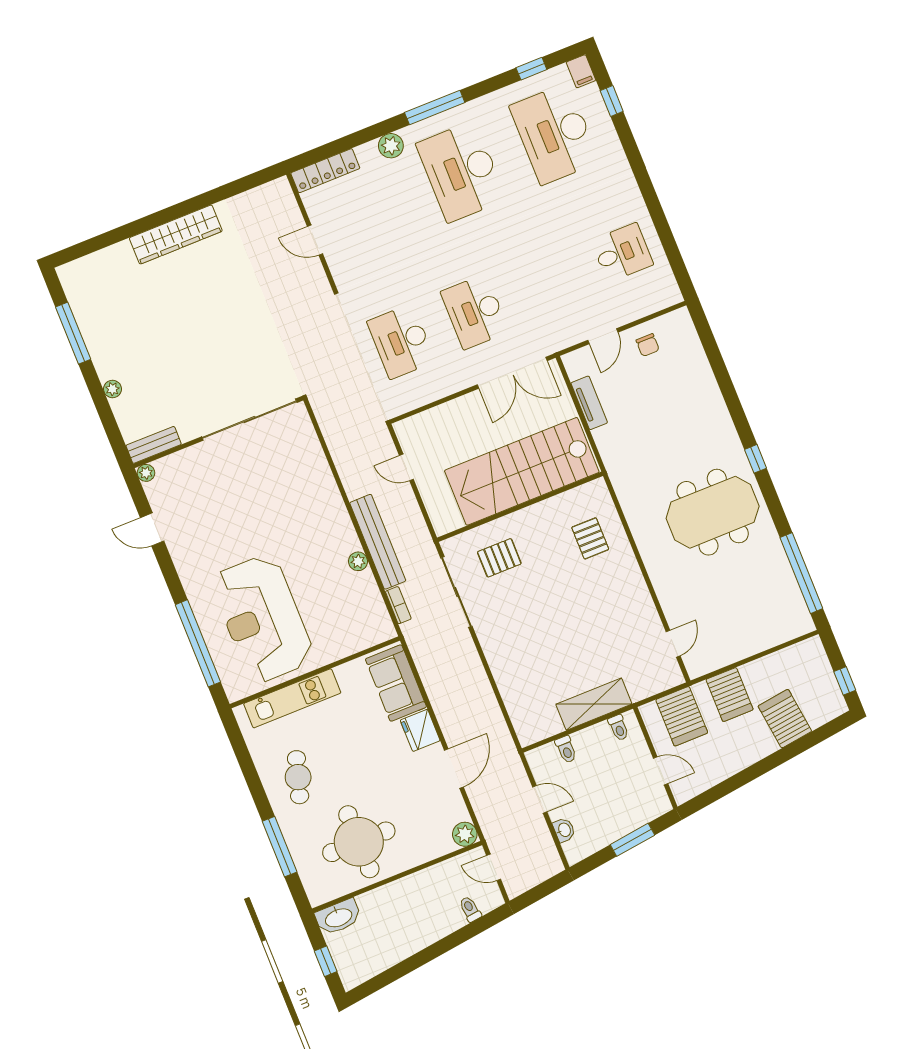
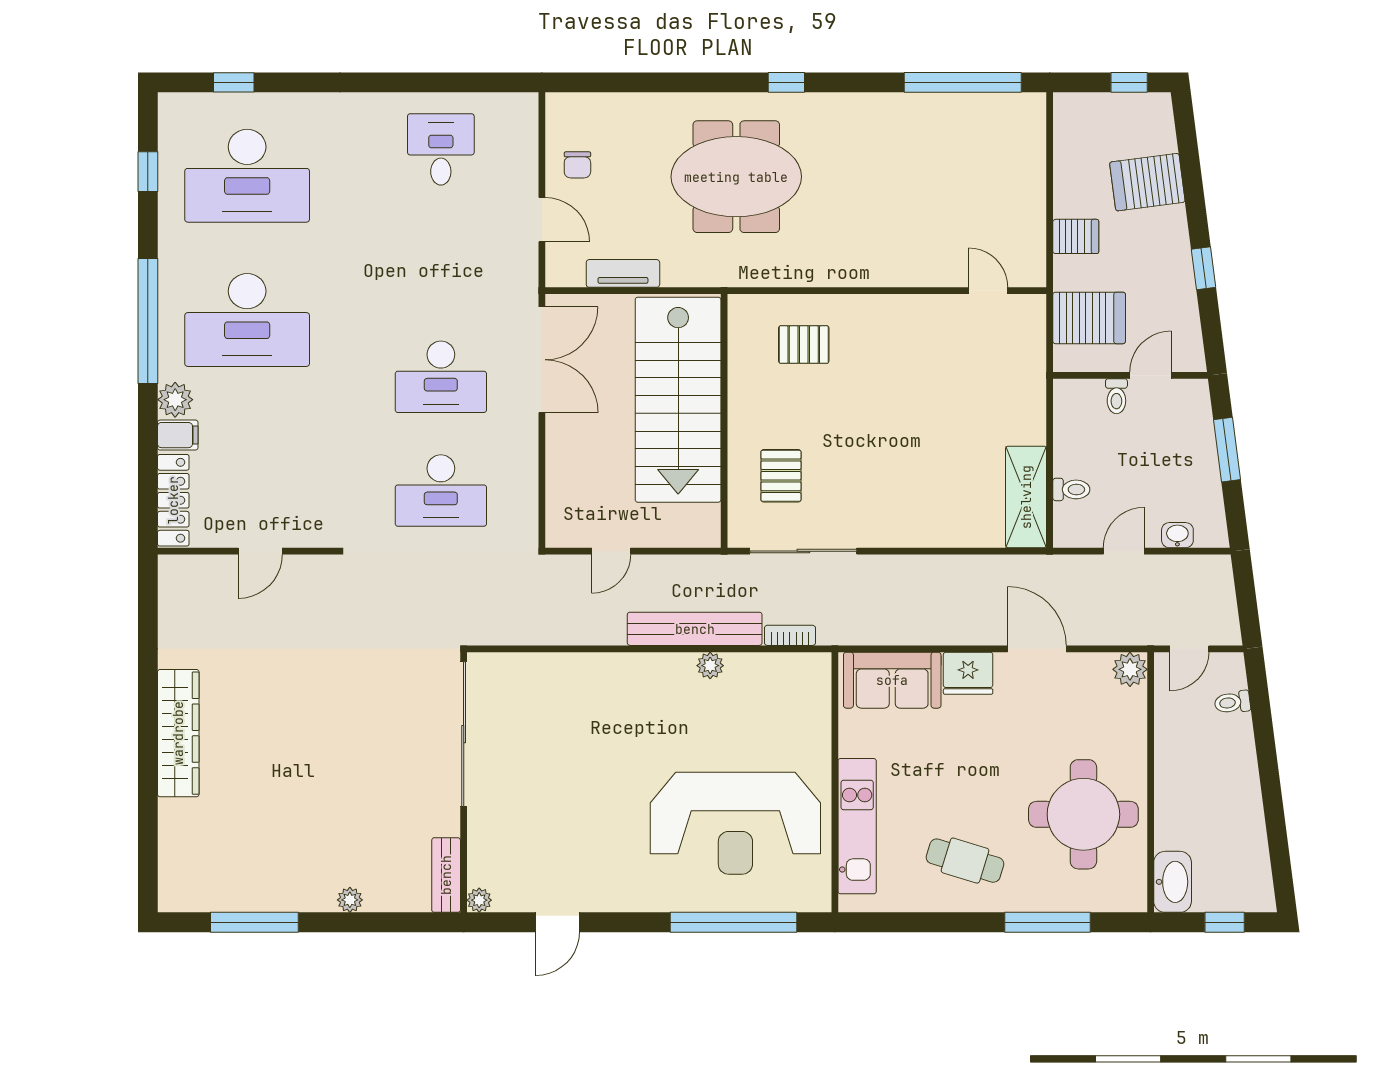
filing cabinet: (581, 71) -> (178, 435), moved
window: (435, 108) -> (148, 321), width x1.46
chair: (648, 345) -> (577, 165), turned 90
meeting table: (713, 512) -> (736, 177), moved, turned 90
server rack: (730, 695) -> (1076, 236), width x0.73, depth x0.70
shelving: (594, 704) -> (1026, 497), moved
toilet: (619, 728) -> (1116, 396), moved, turned 90
window: (744, 777) -> (1204, 268), added

